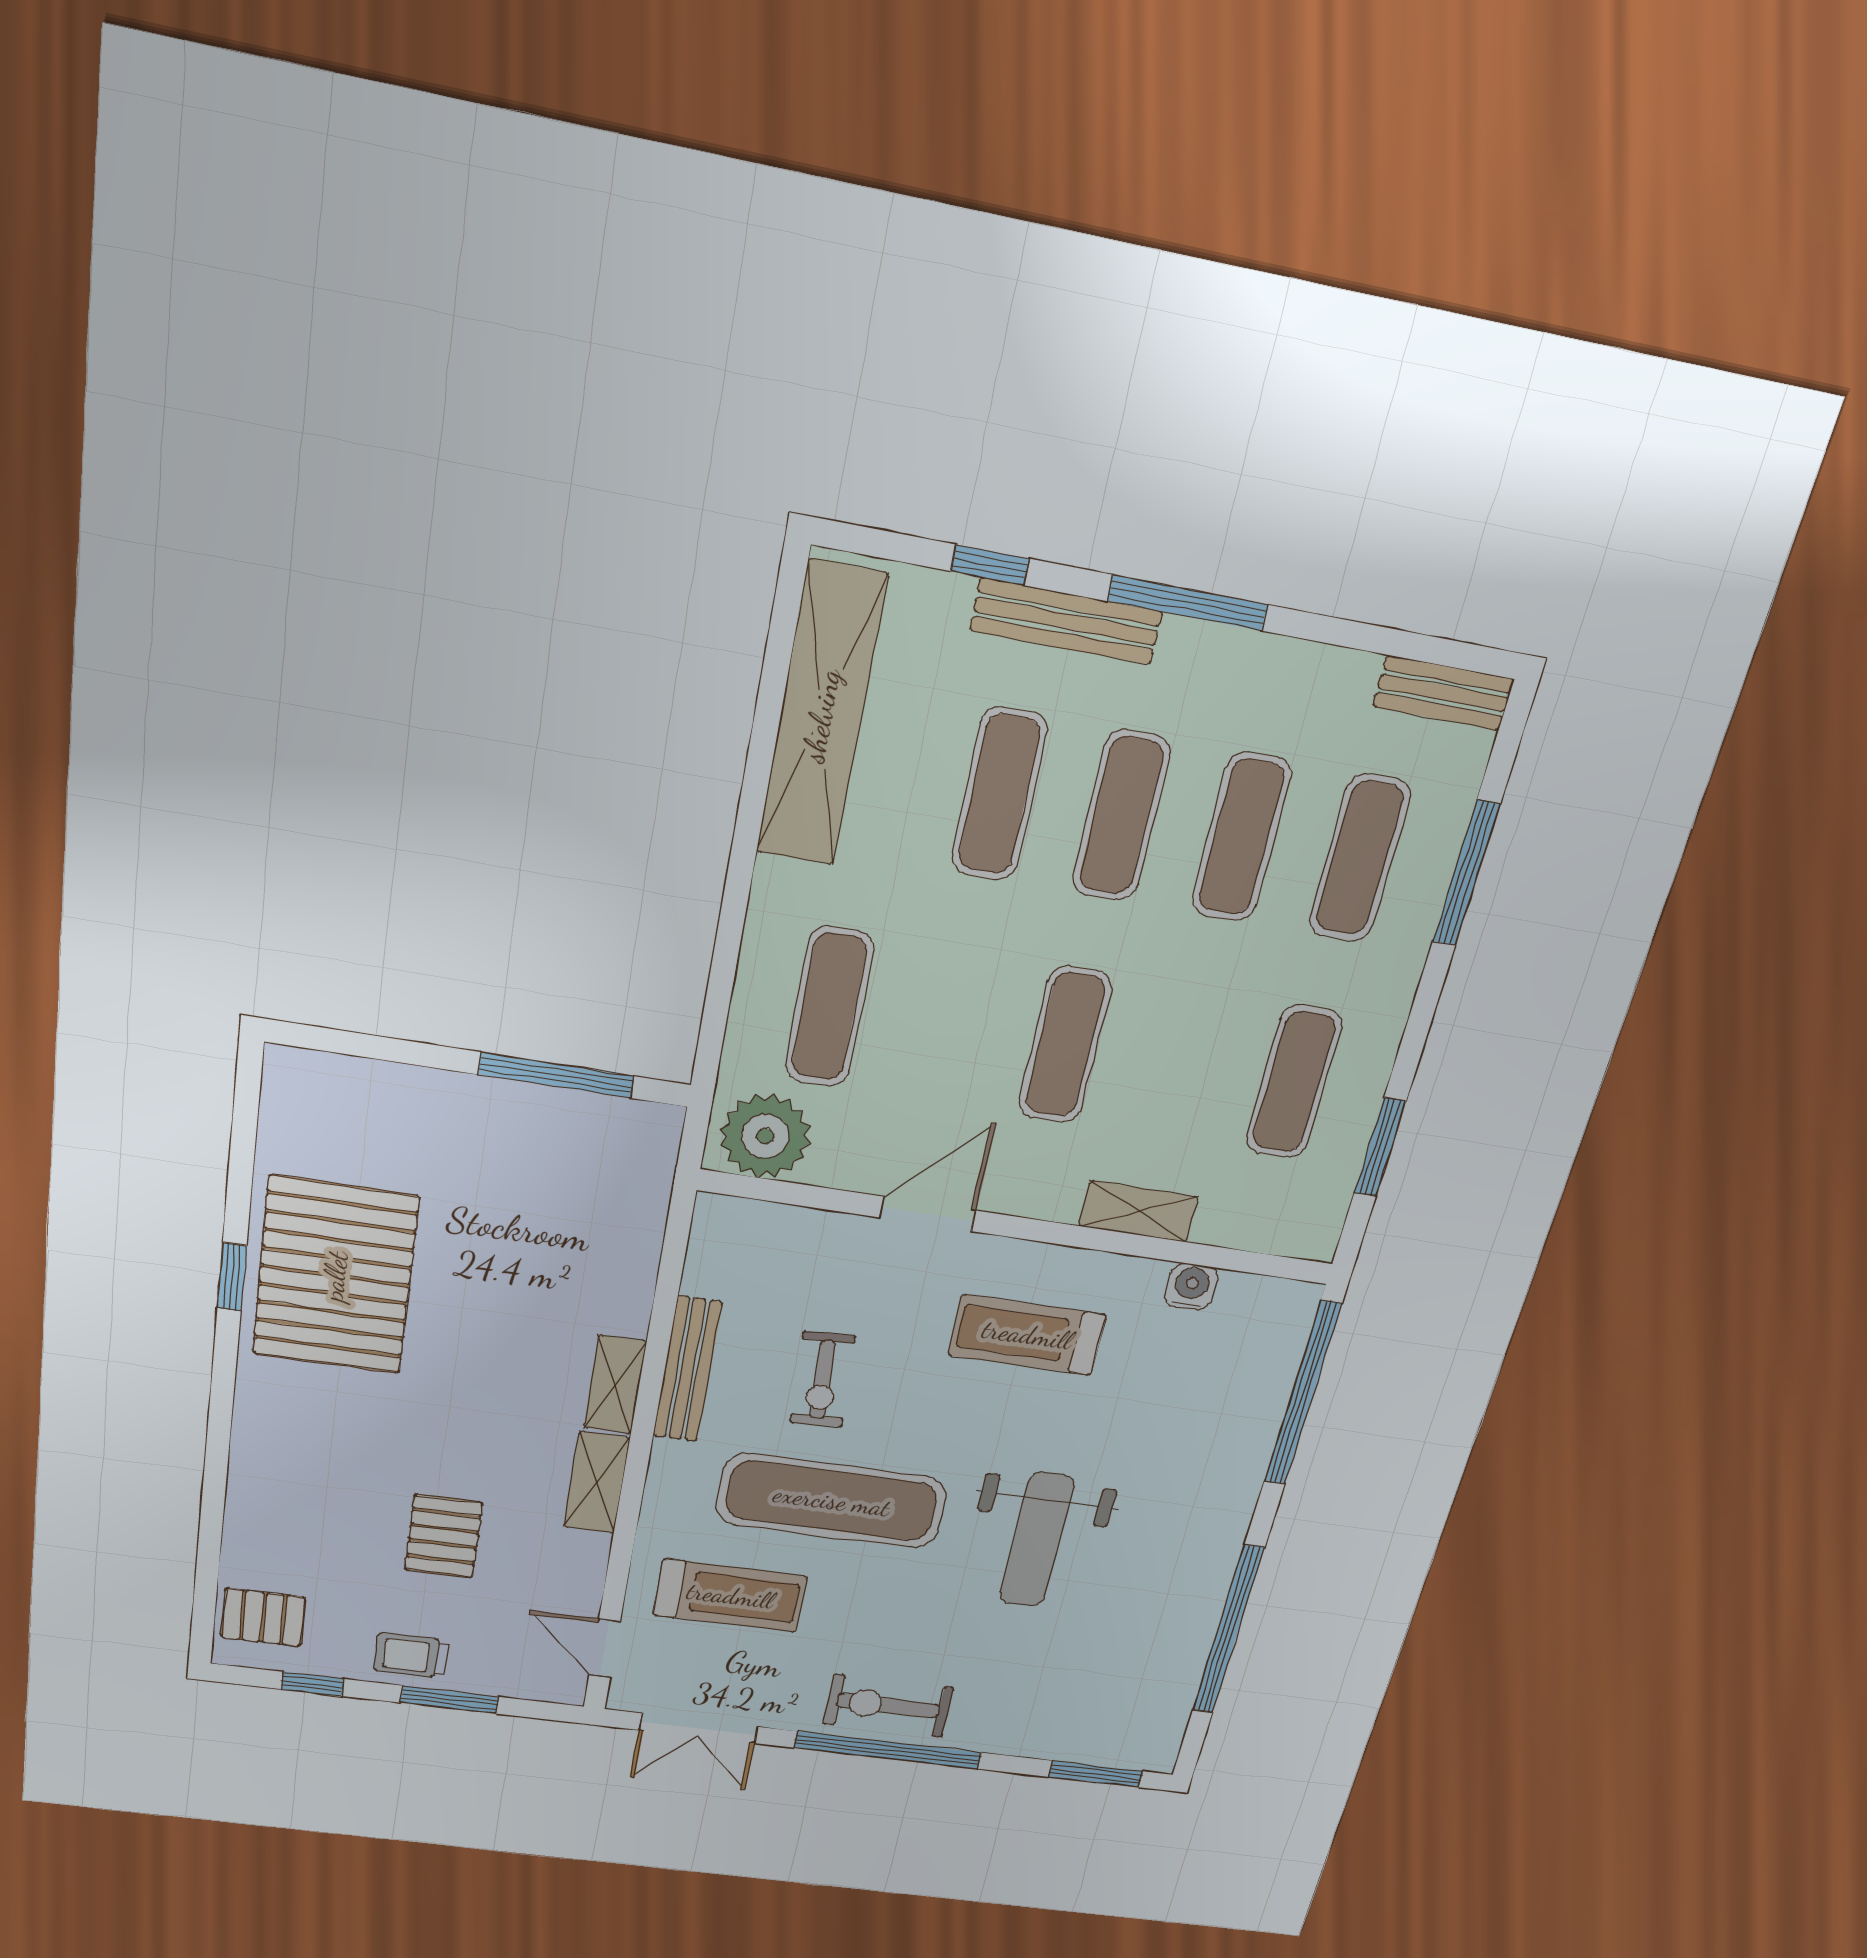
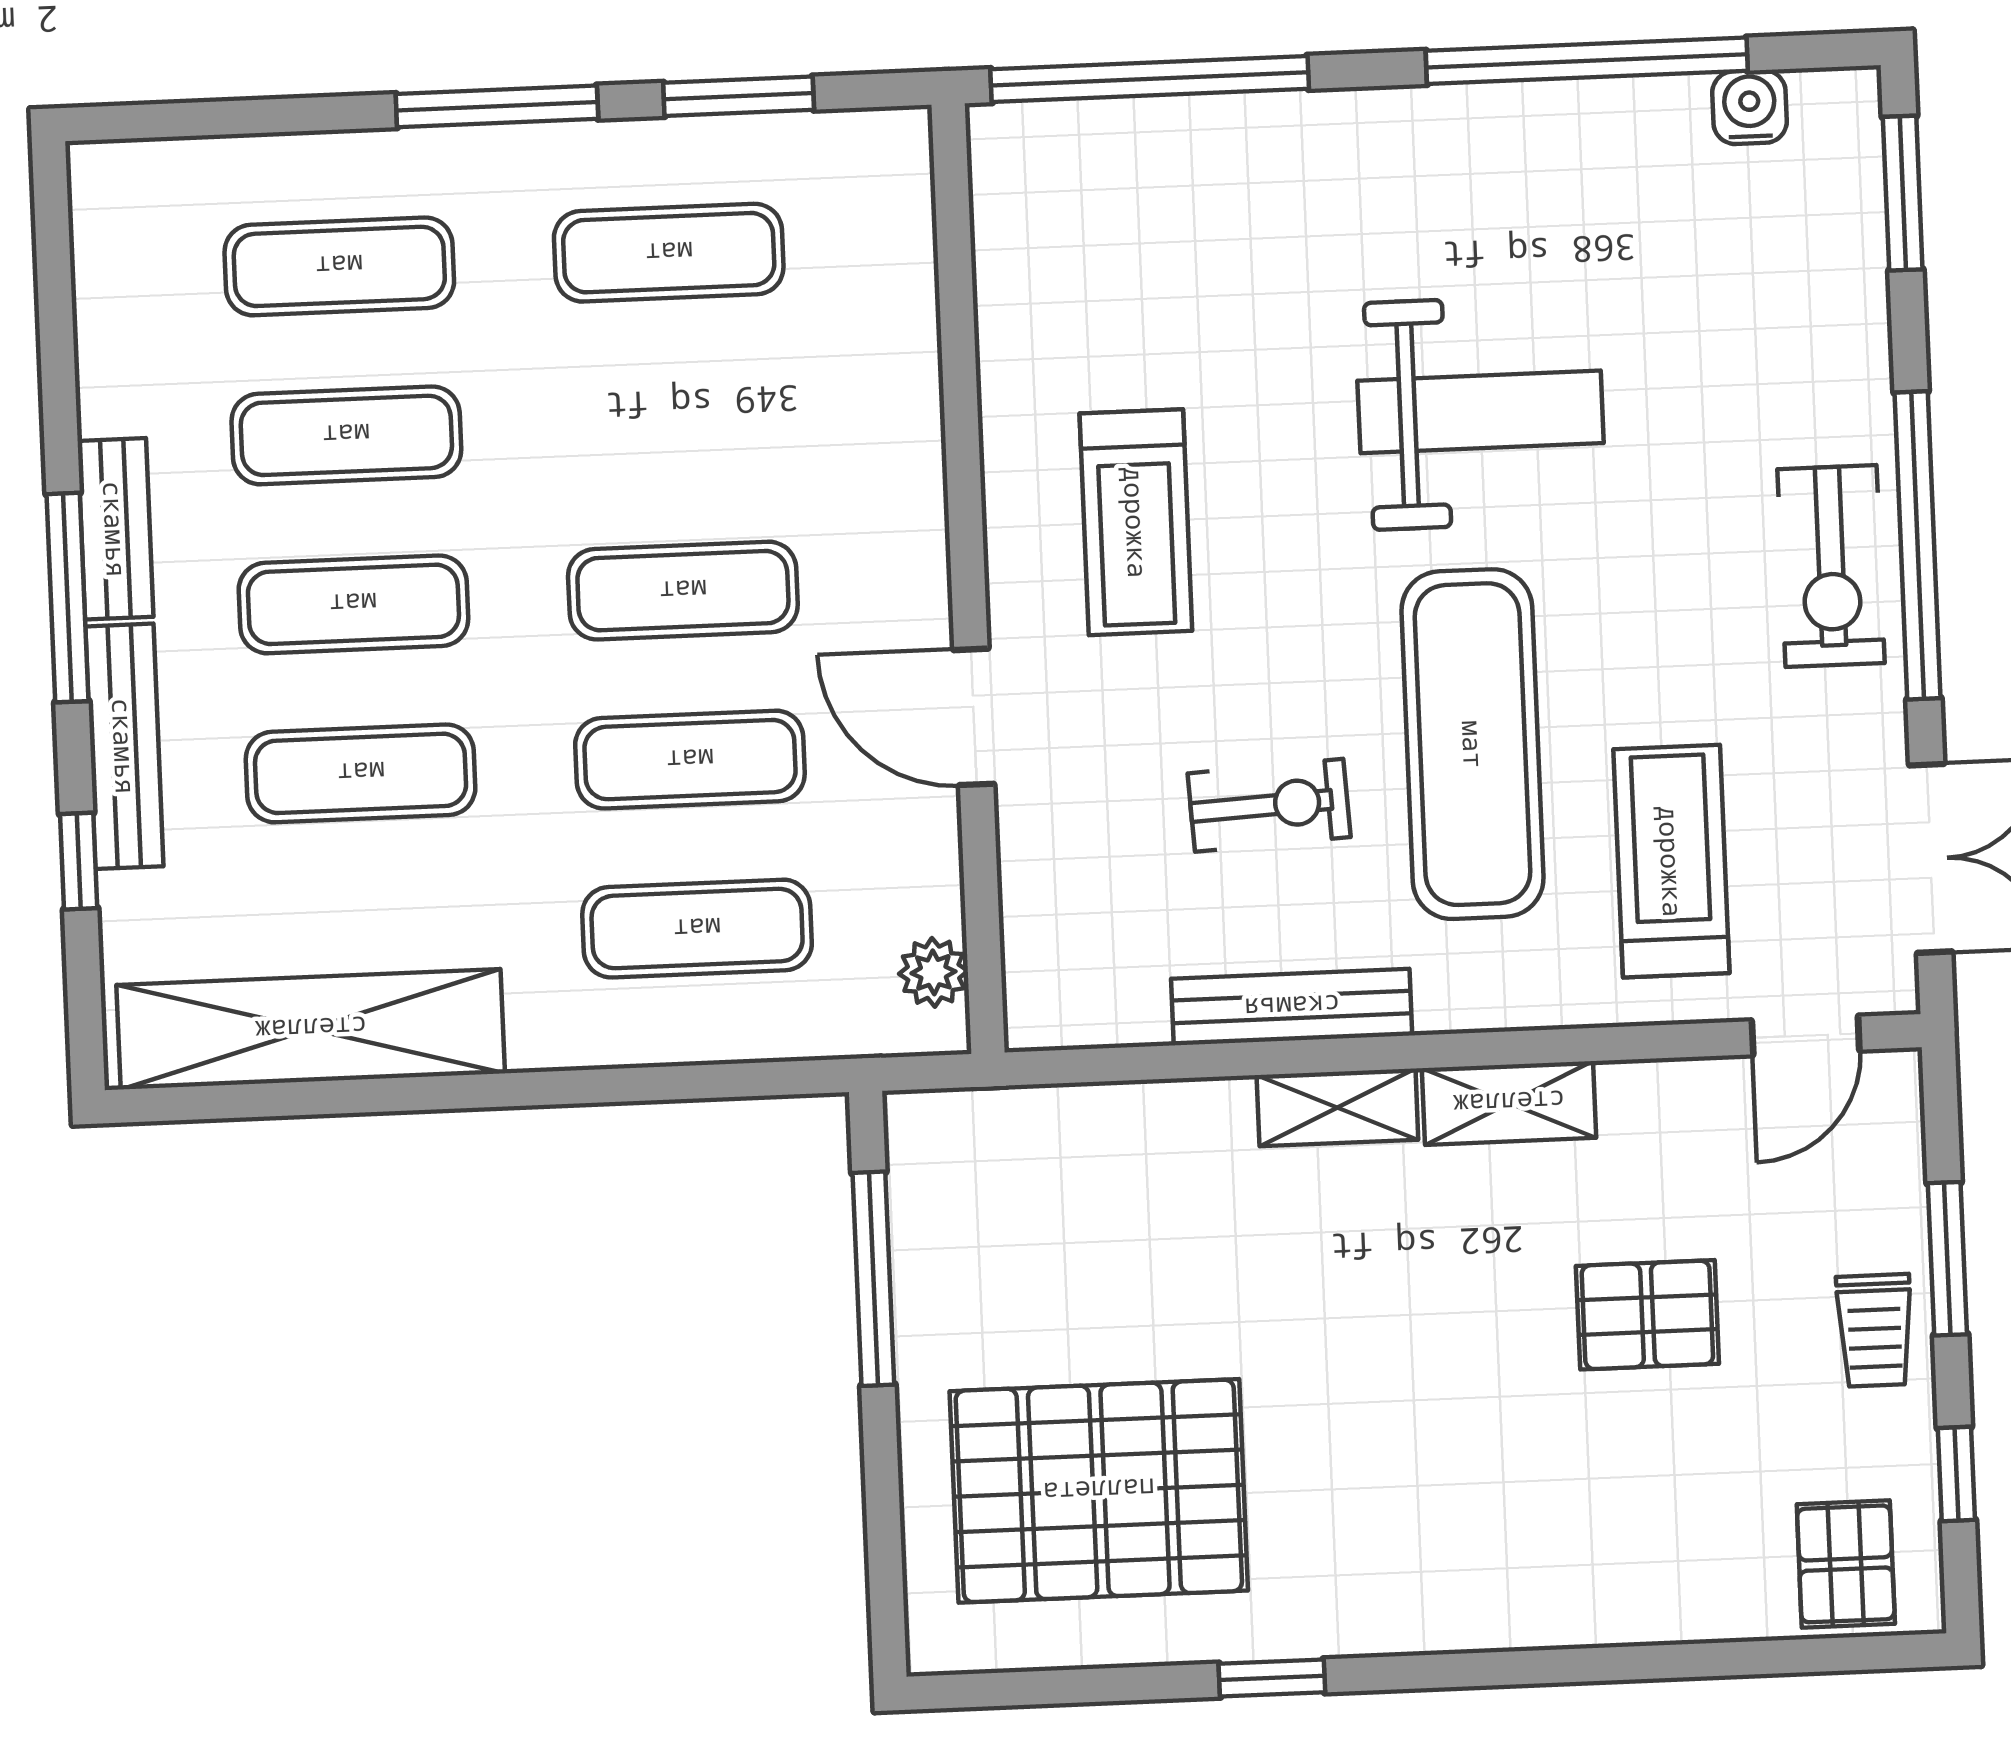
bench: (1443, 693) -> (115, 529), moved
window: (1466, 874) -> (497, 106), moved
exercise mat: (948, 1026) -> (690, 760), added
plant: (765, 1136) -> (933, 972), width x0.53, depth x0.53
shelving: (1139, 1211) -> (908, 415), removed
pallet: (335, 1276) -> (1099, 1491), moved
water cooler: (1191, 1287) -> (1750, 107), moved, turned 90

